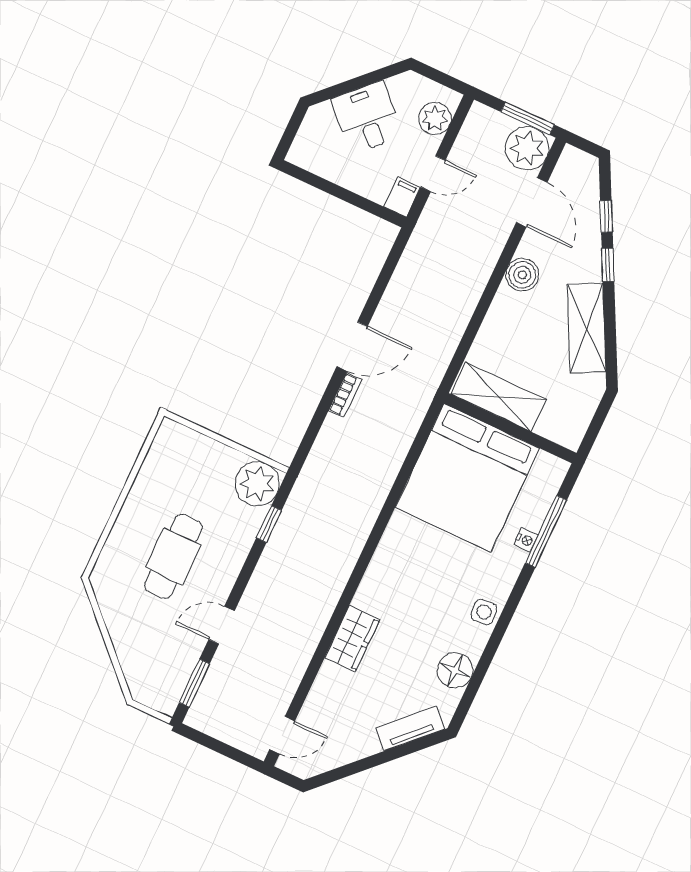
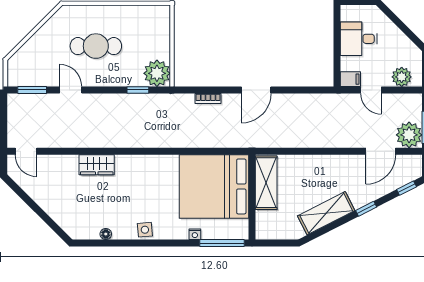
desk: (367, 118) -> (359, 39), moved, turned -135
window: (606, 216) -> (407, 188), moved
boiler: (522, 275) -> (339, 165), removed
door: (352, 346) -> (256, 90), hinge flipped
bookcase: (345, 395) -> (208, 99), moved
window: (546, 531) -> (222, 243), moved
floor lamp: (455, 670) -> (106, 234), width x0.53, depth x0.53
tv unit: (410, 729) -> (62, 219), removed

